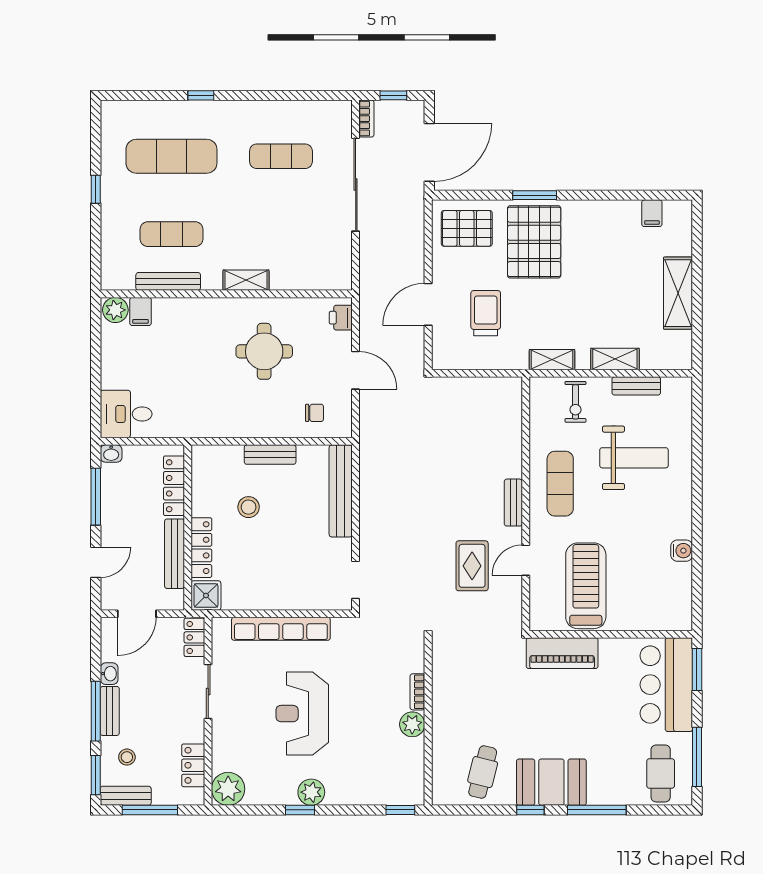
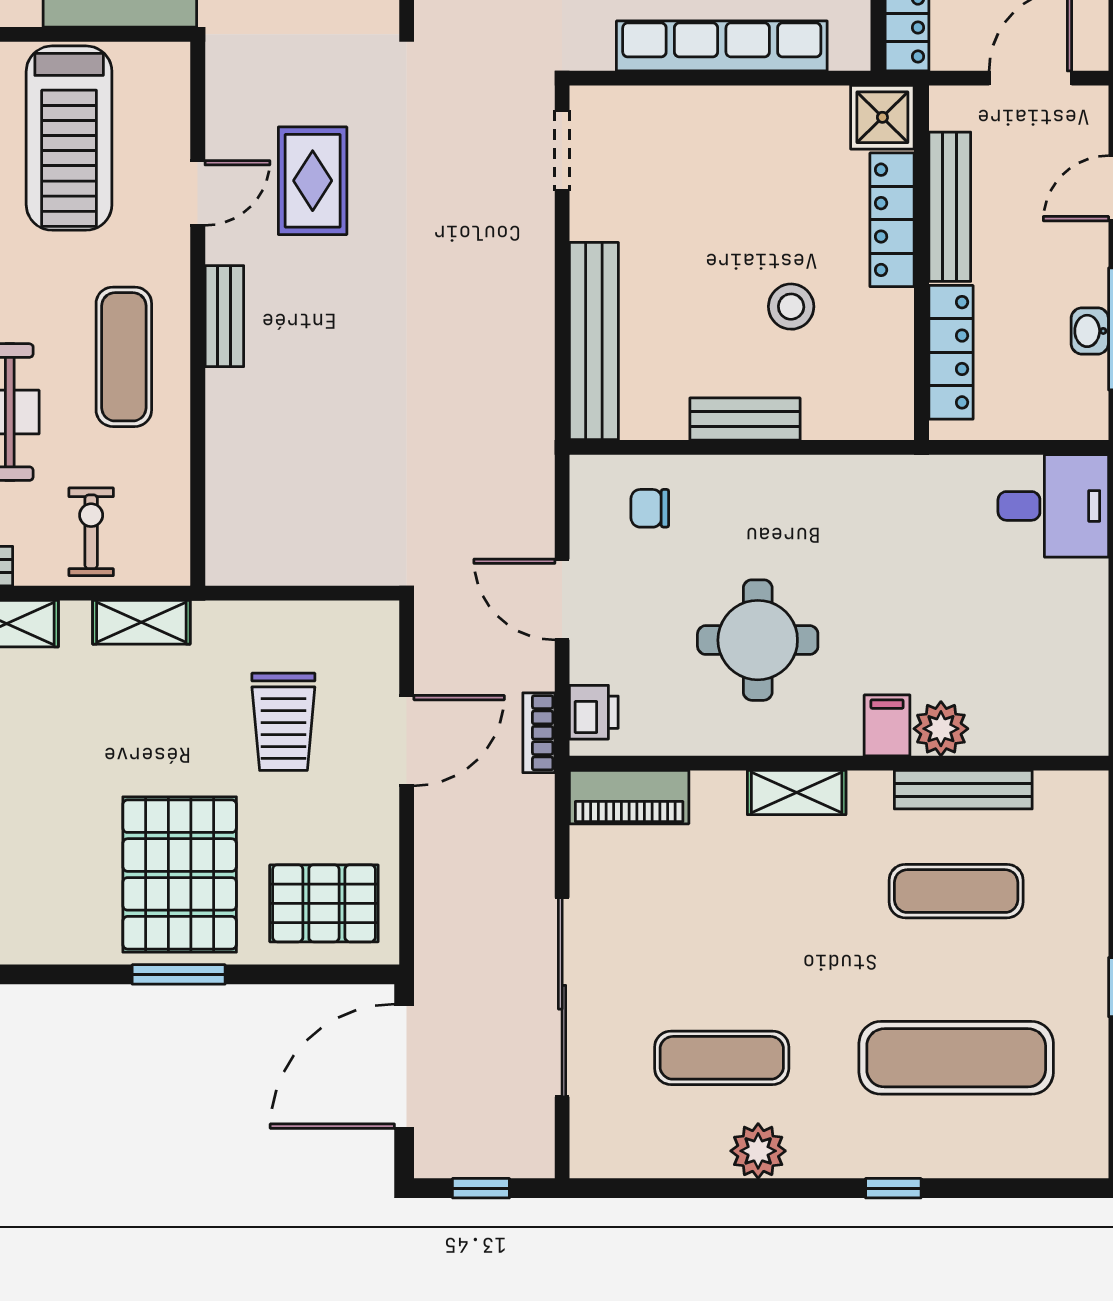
plant: (264, 113) -> (758, 1151), added
bookcase: (366, 119) -> (539, 733), moved
piano: (324, 278) -> (629, 797), added
plant: (115, 310) -> (941, 729), moved
filing cabinet: (141, 311) -> (887, 725), moved
washbasin: (111, 454) -> (1090, 331), moved, turned -90

